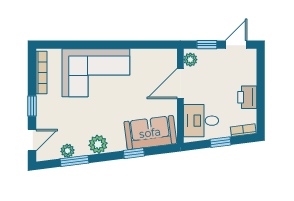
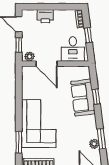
window: (70, 45) -> (19, 142), added
printer: (247, 97) -> (45, 16), moved
sofa: (150, 133) -> (83, 98), moved
plant: (98, 144) -> (90, 122), removed

